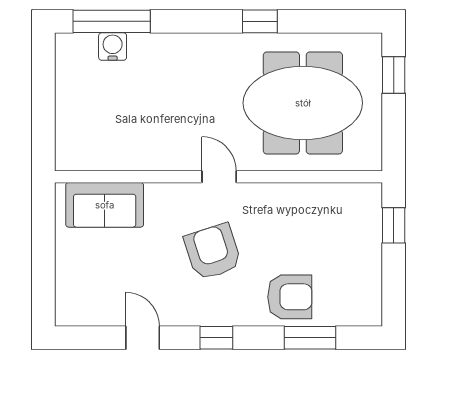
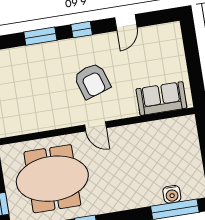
armchair: (290, 297) -> (42, 61), removed
door: (143, 338) -> (126, 22), hinge flipped
window: (310, 338) -> (40, 36), moved

